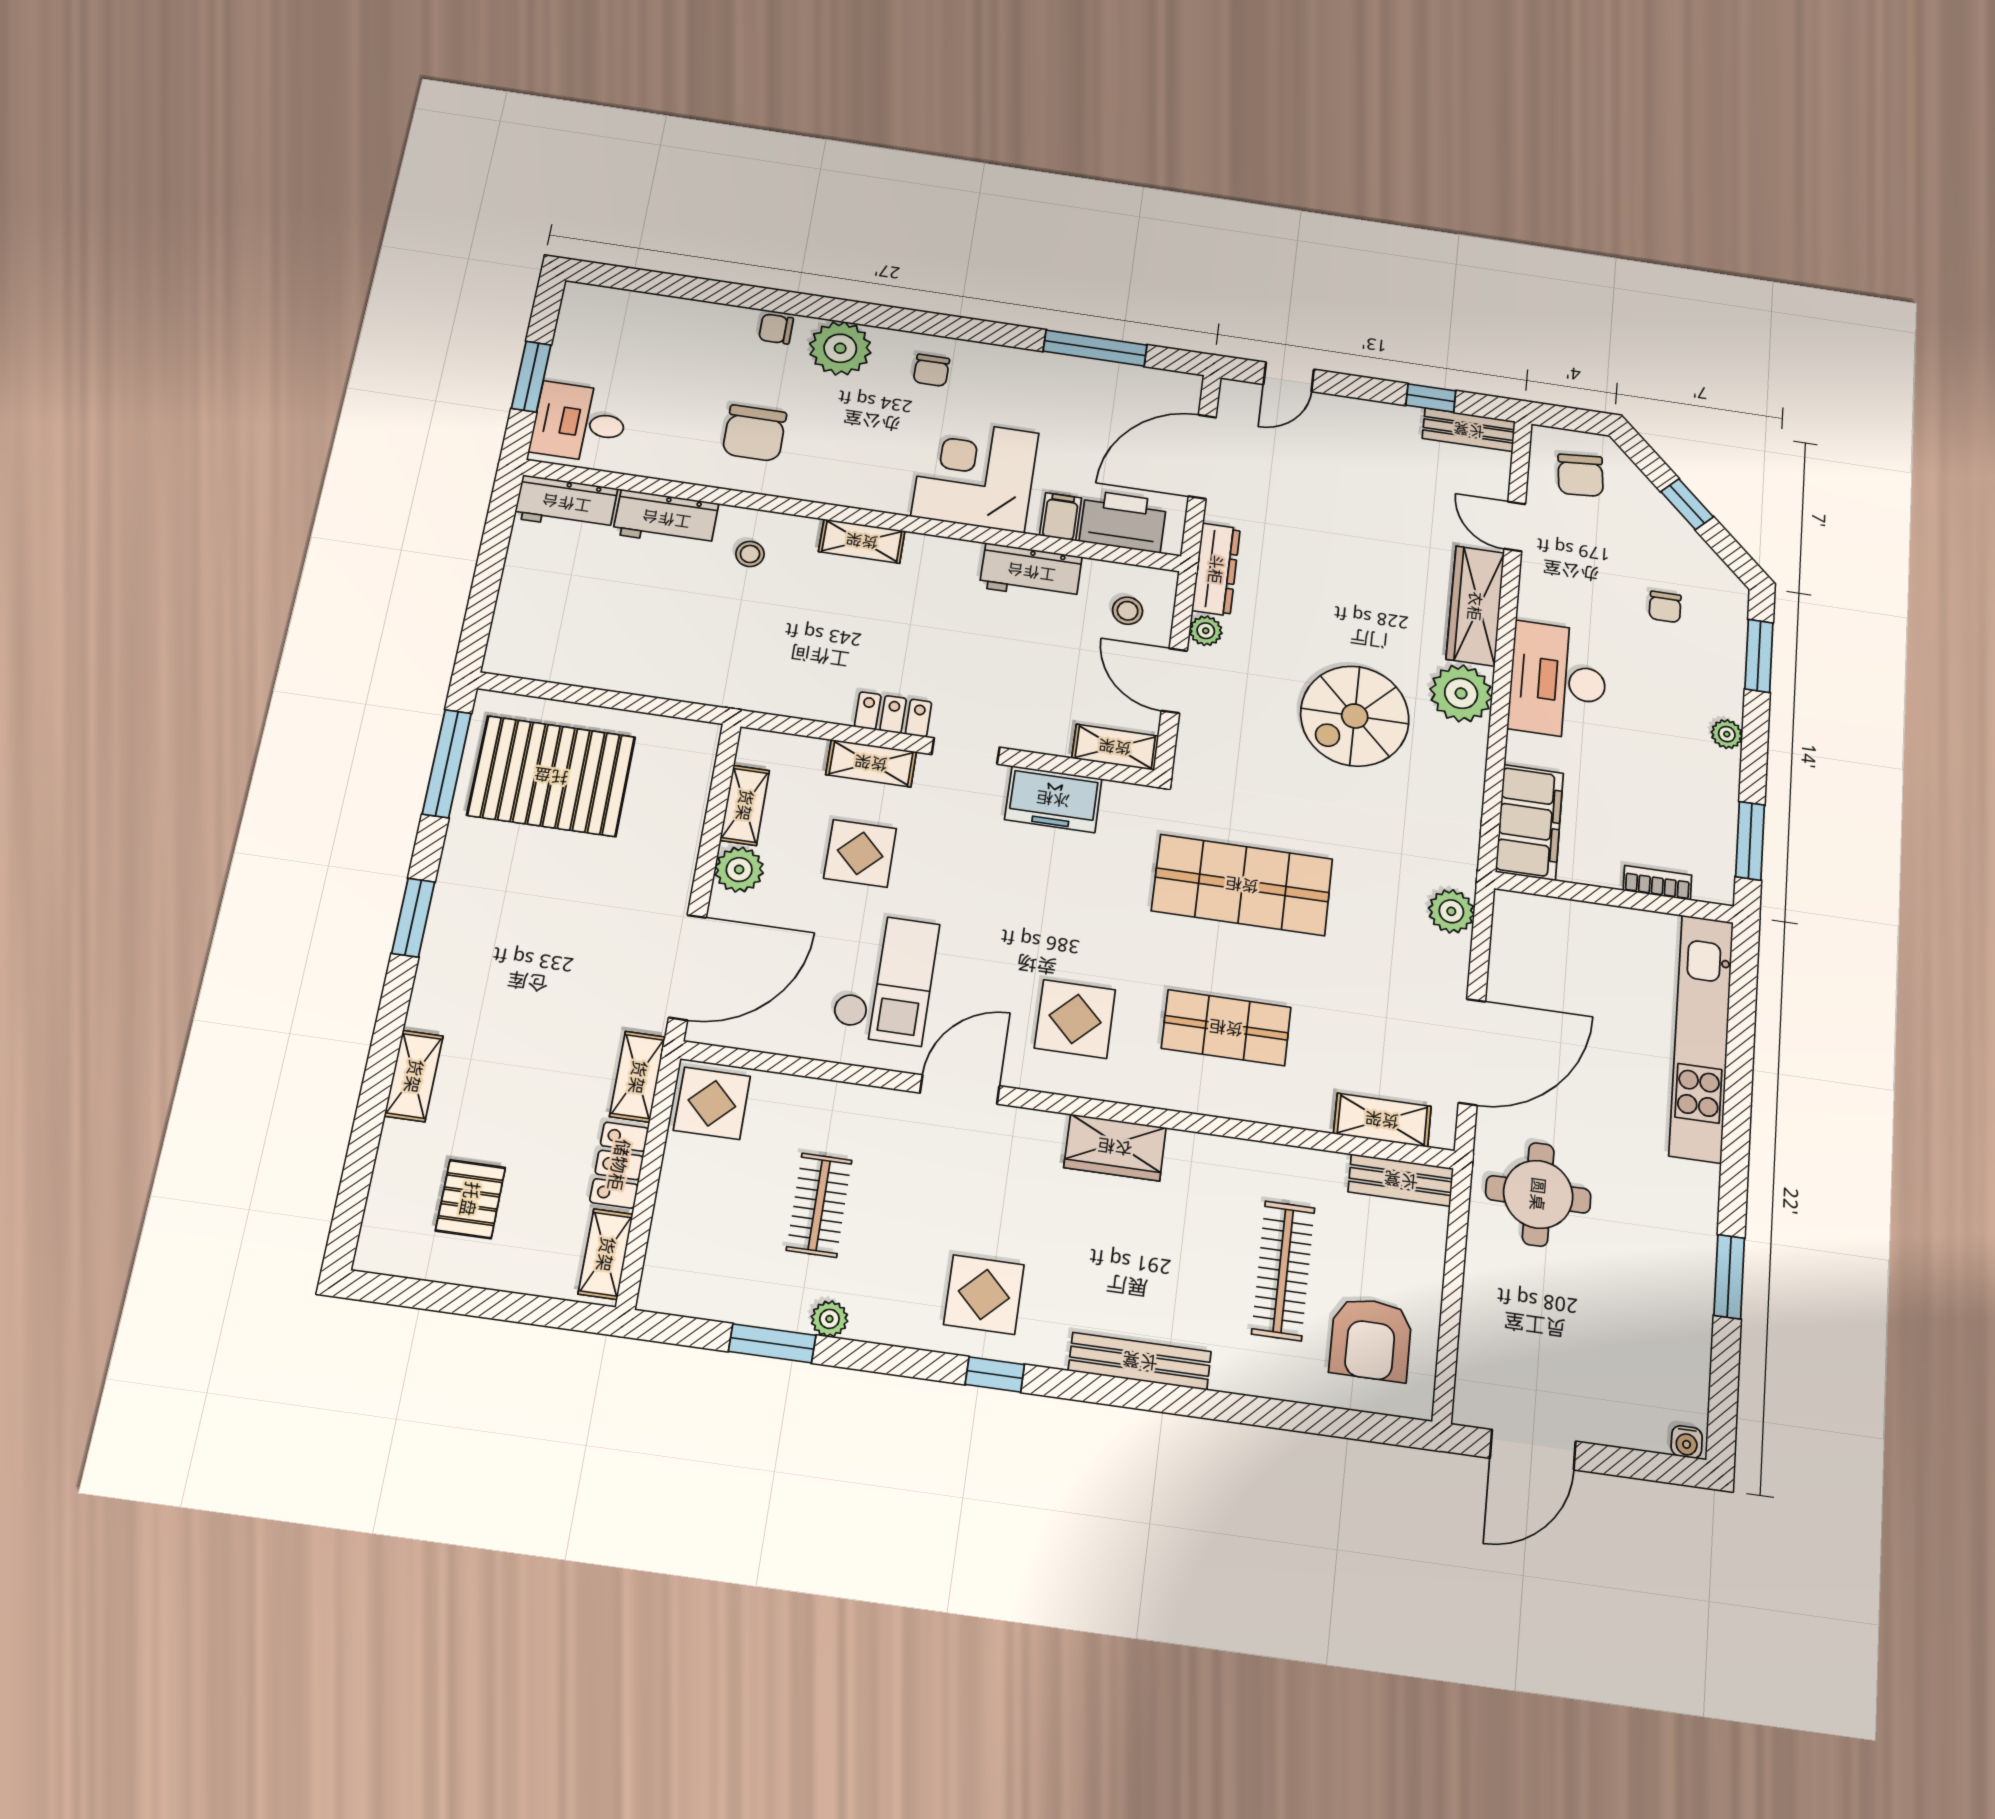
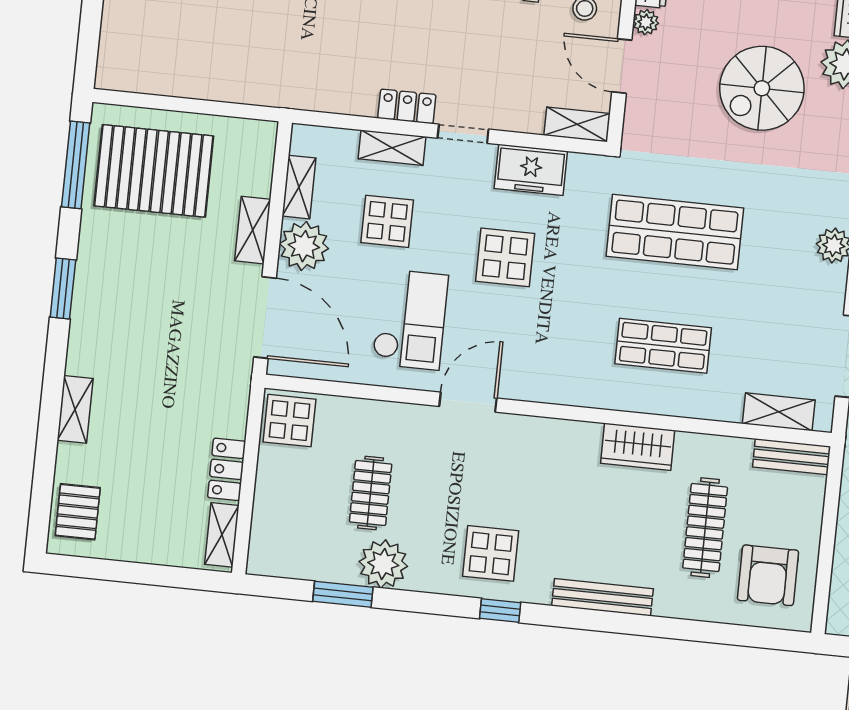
plant: (739, 870) -> (304, 246), width x1.36, depth x1.36
door: (687, 967) -> (265, 318), hinge flipped
display table: (1075, 1019) -> (505, 257), moved
shelving: (638, 1077) -> (253, 230), moved
wardrobe: (1115, 1147) -> (638, 447), moved
pallet: (470, 1199) -> (78, 512), moved
plant: (829, 1319) -> (383, 564), width x1.88, depth x1.88

